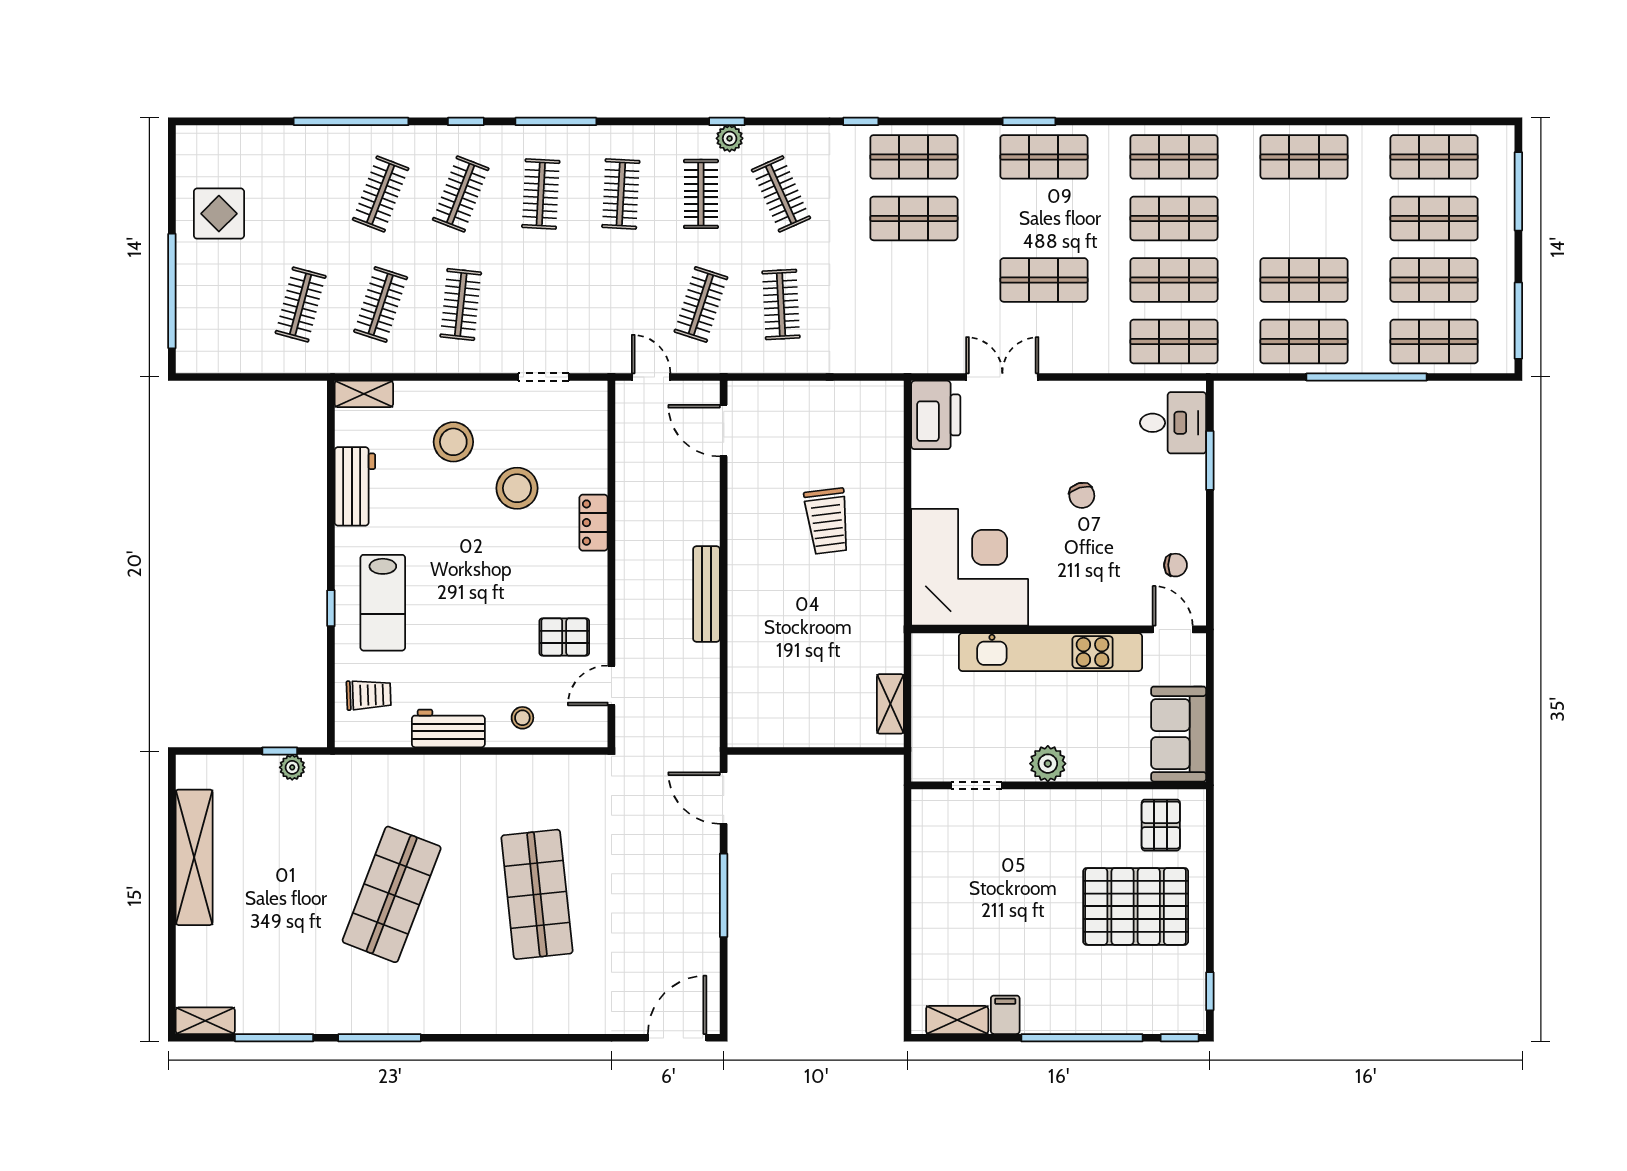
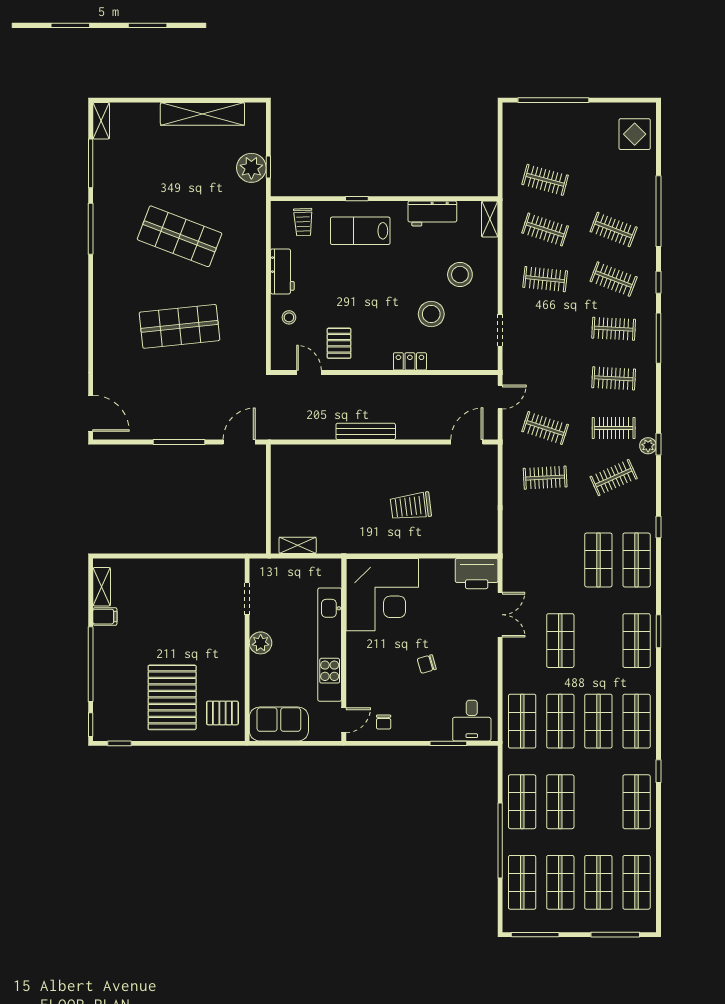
window: (1255, 121) -> (659, 771), added
display table: (219, 214) -> (635, 134), moved
plant: (292, 767) -> (251, 168), width x1.87, depth x1.87

